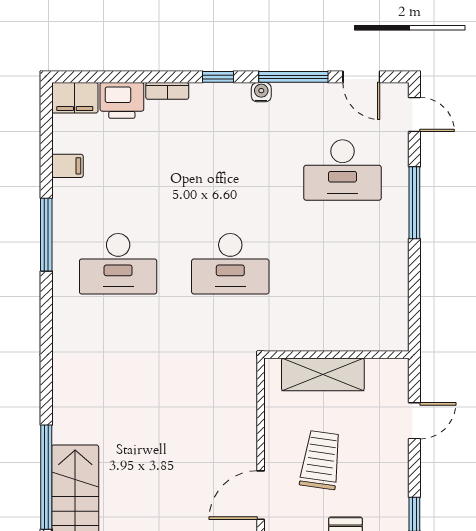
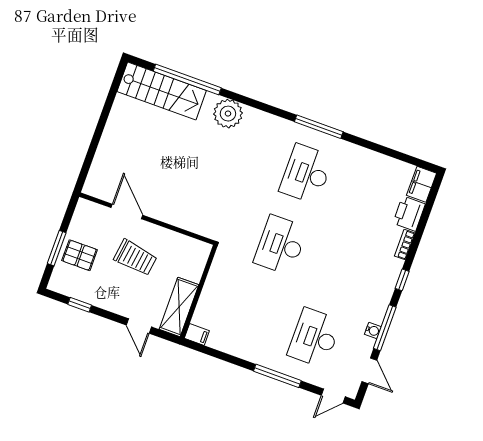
door: (361, 77) -> (369, 371), swing flipped
water cooler: (261, 92) -> (373, 331), moved
filing cabinet: (67, 166) -> (197, 334), moved, turned -90
window: (46, 235) -> (319, 127), moved
shelving: (323, 374) -> (179, 307), moved
plant: (73, 403) -> (228, 114), added

